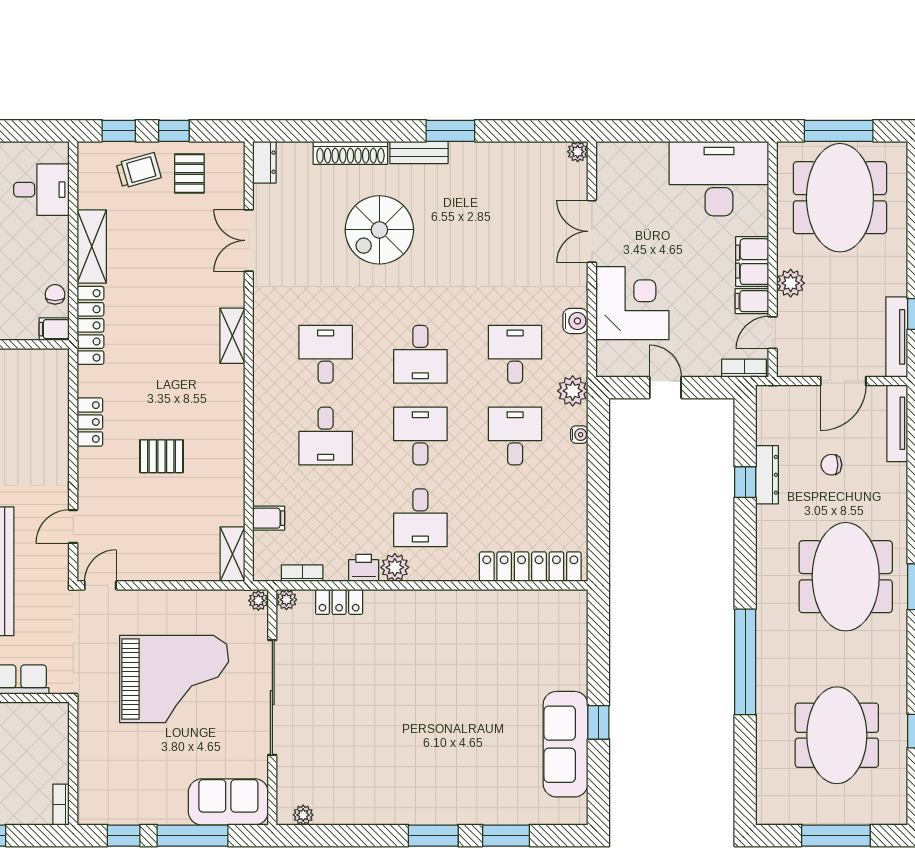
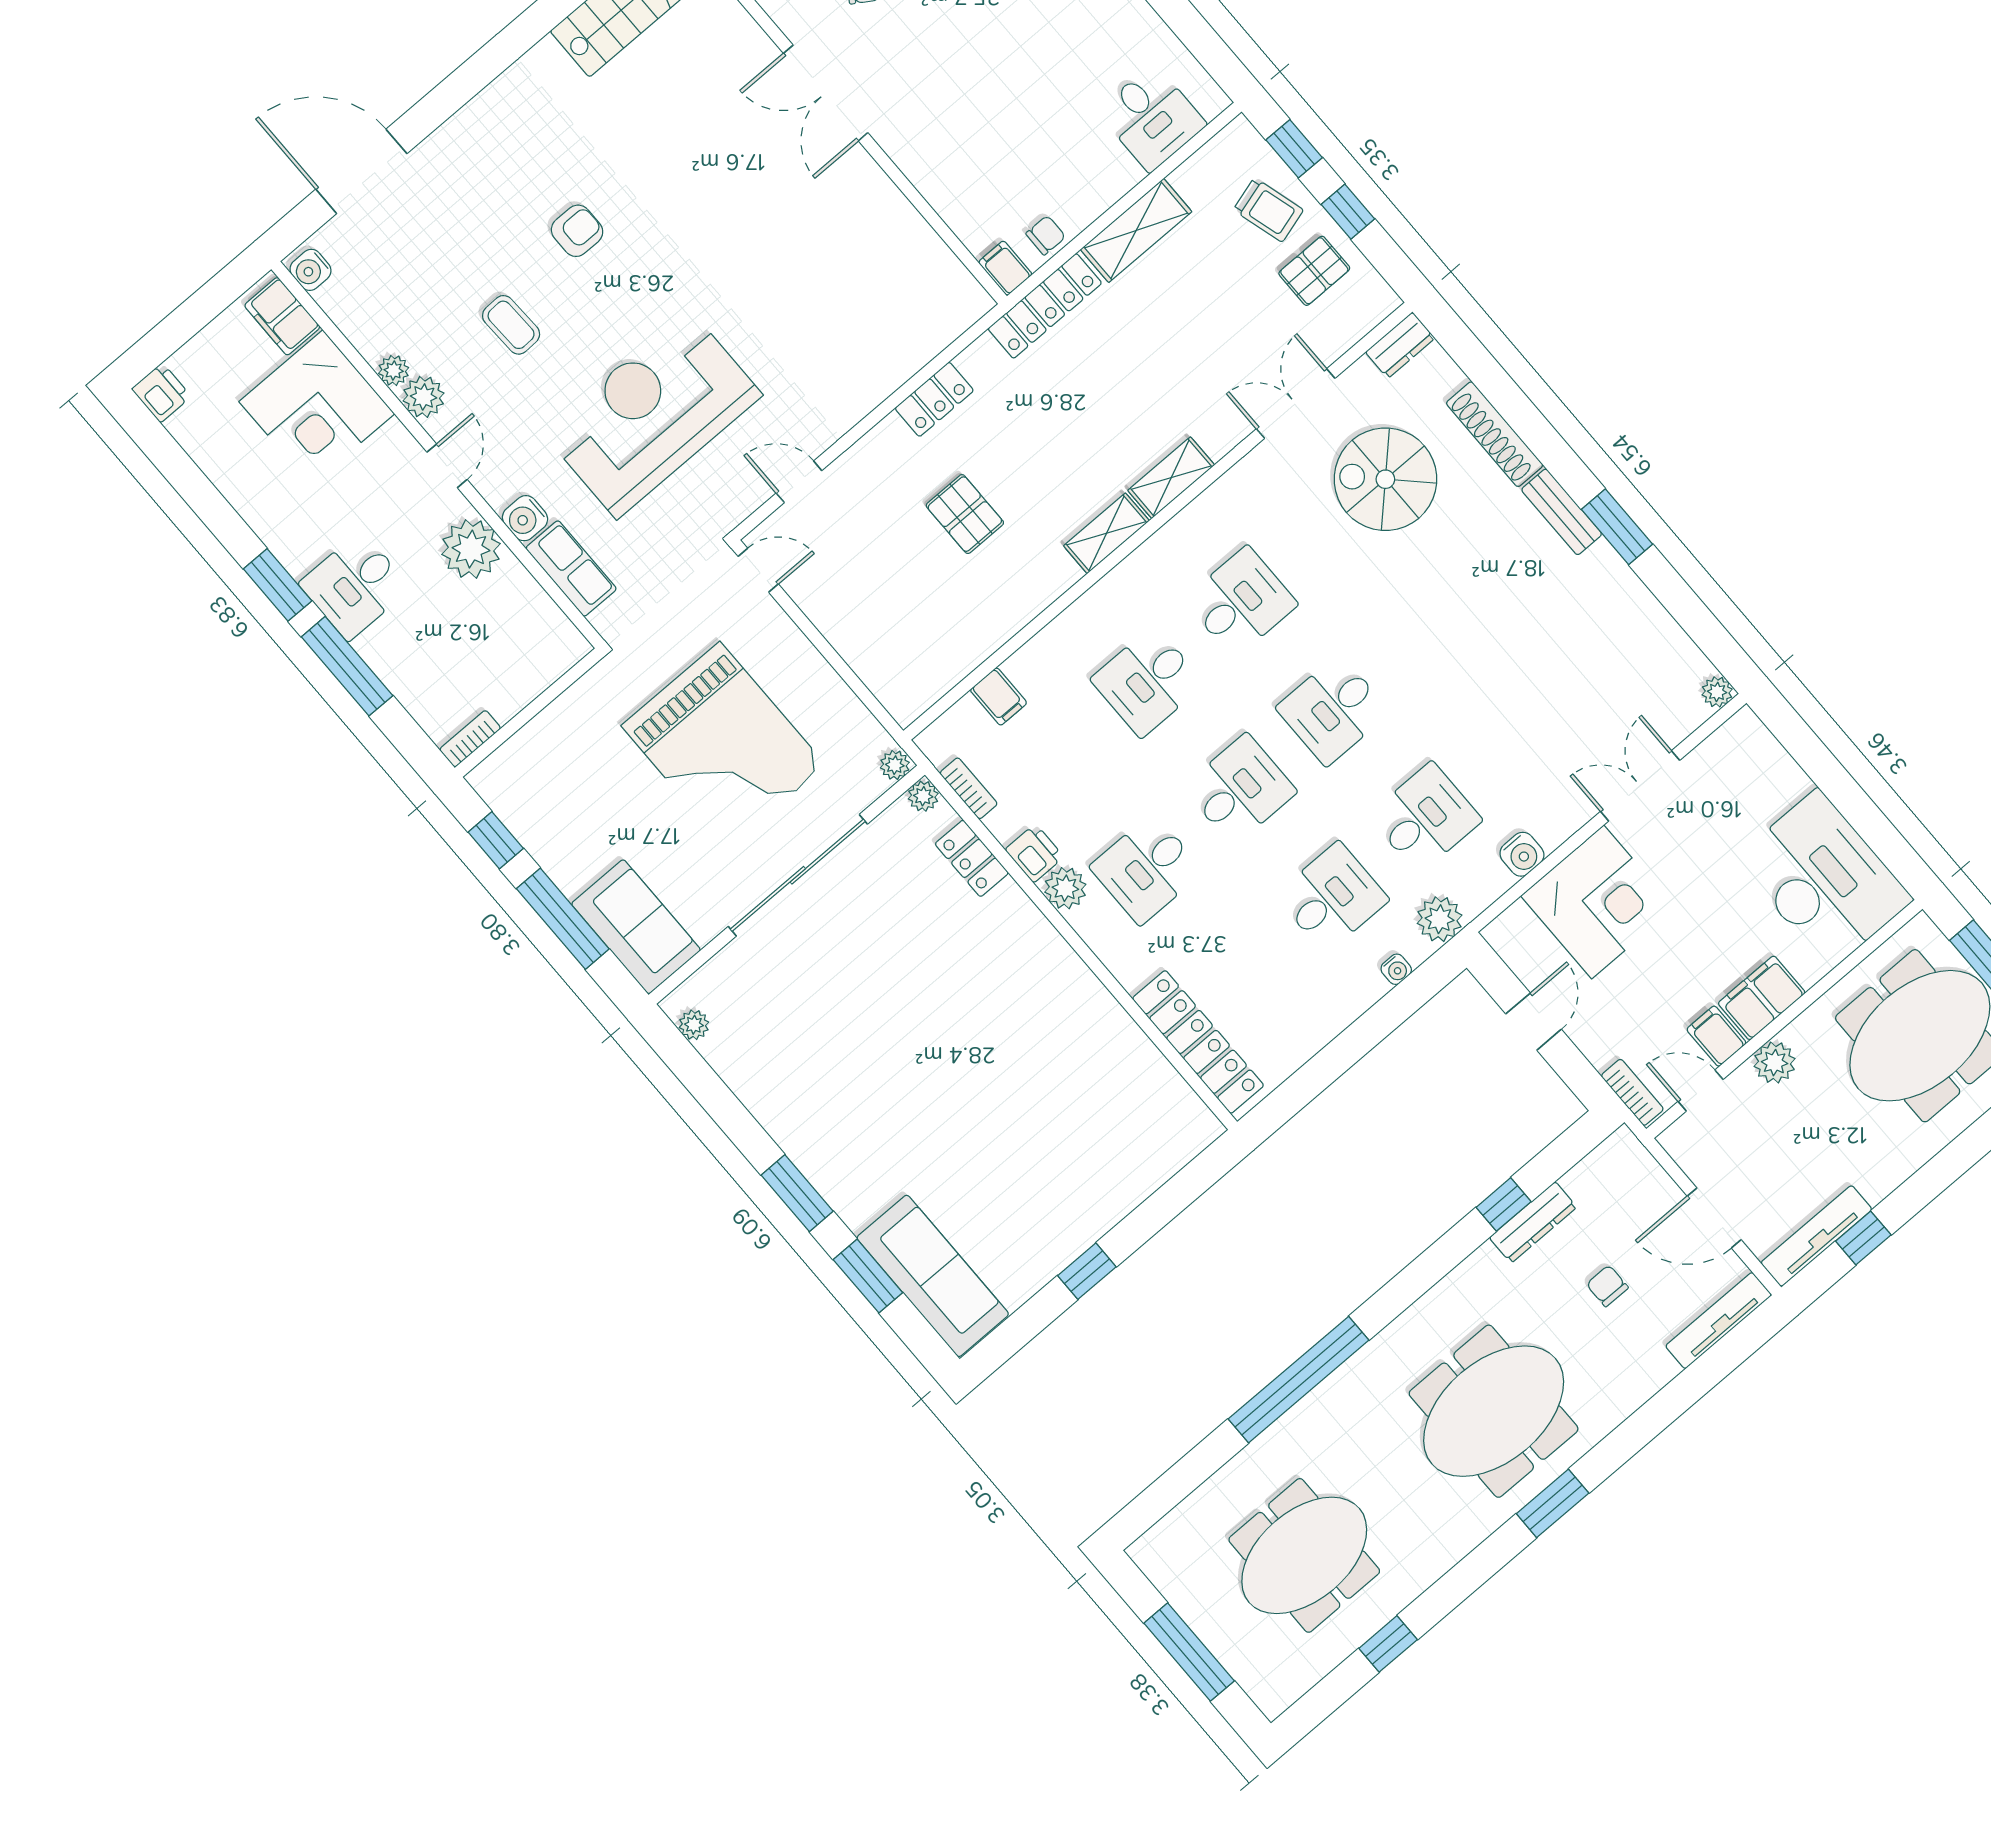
spiral stairs: (379, 230) -> (1385, 479), moved
shelving: (232, 554) -> (1106, 533), moved
sofa: (566, 744) -> (933, 1276), moved, turned 90

